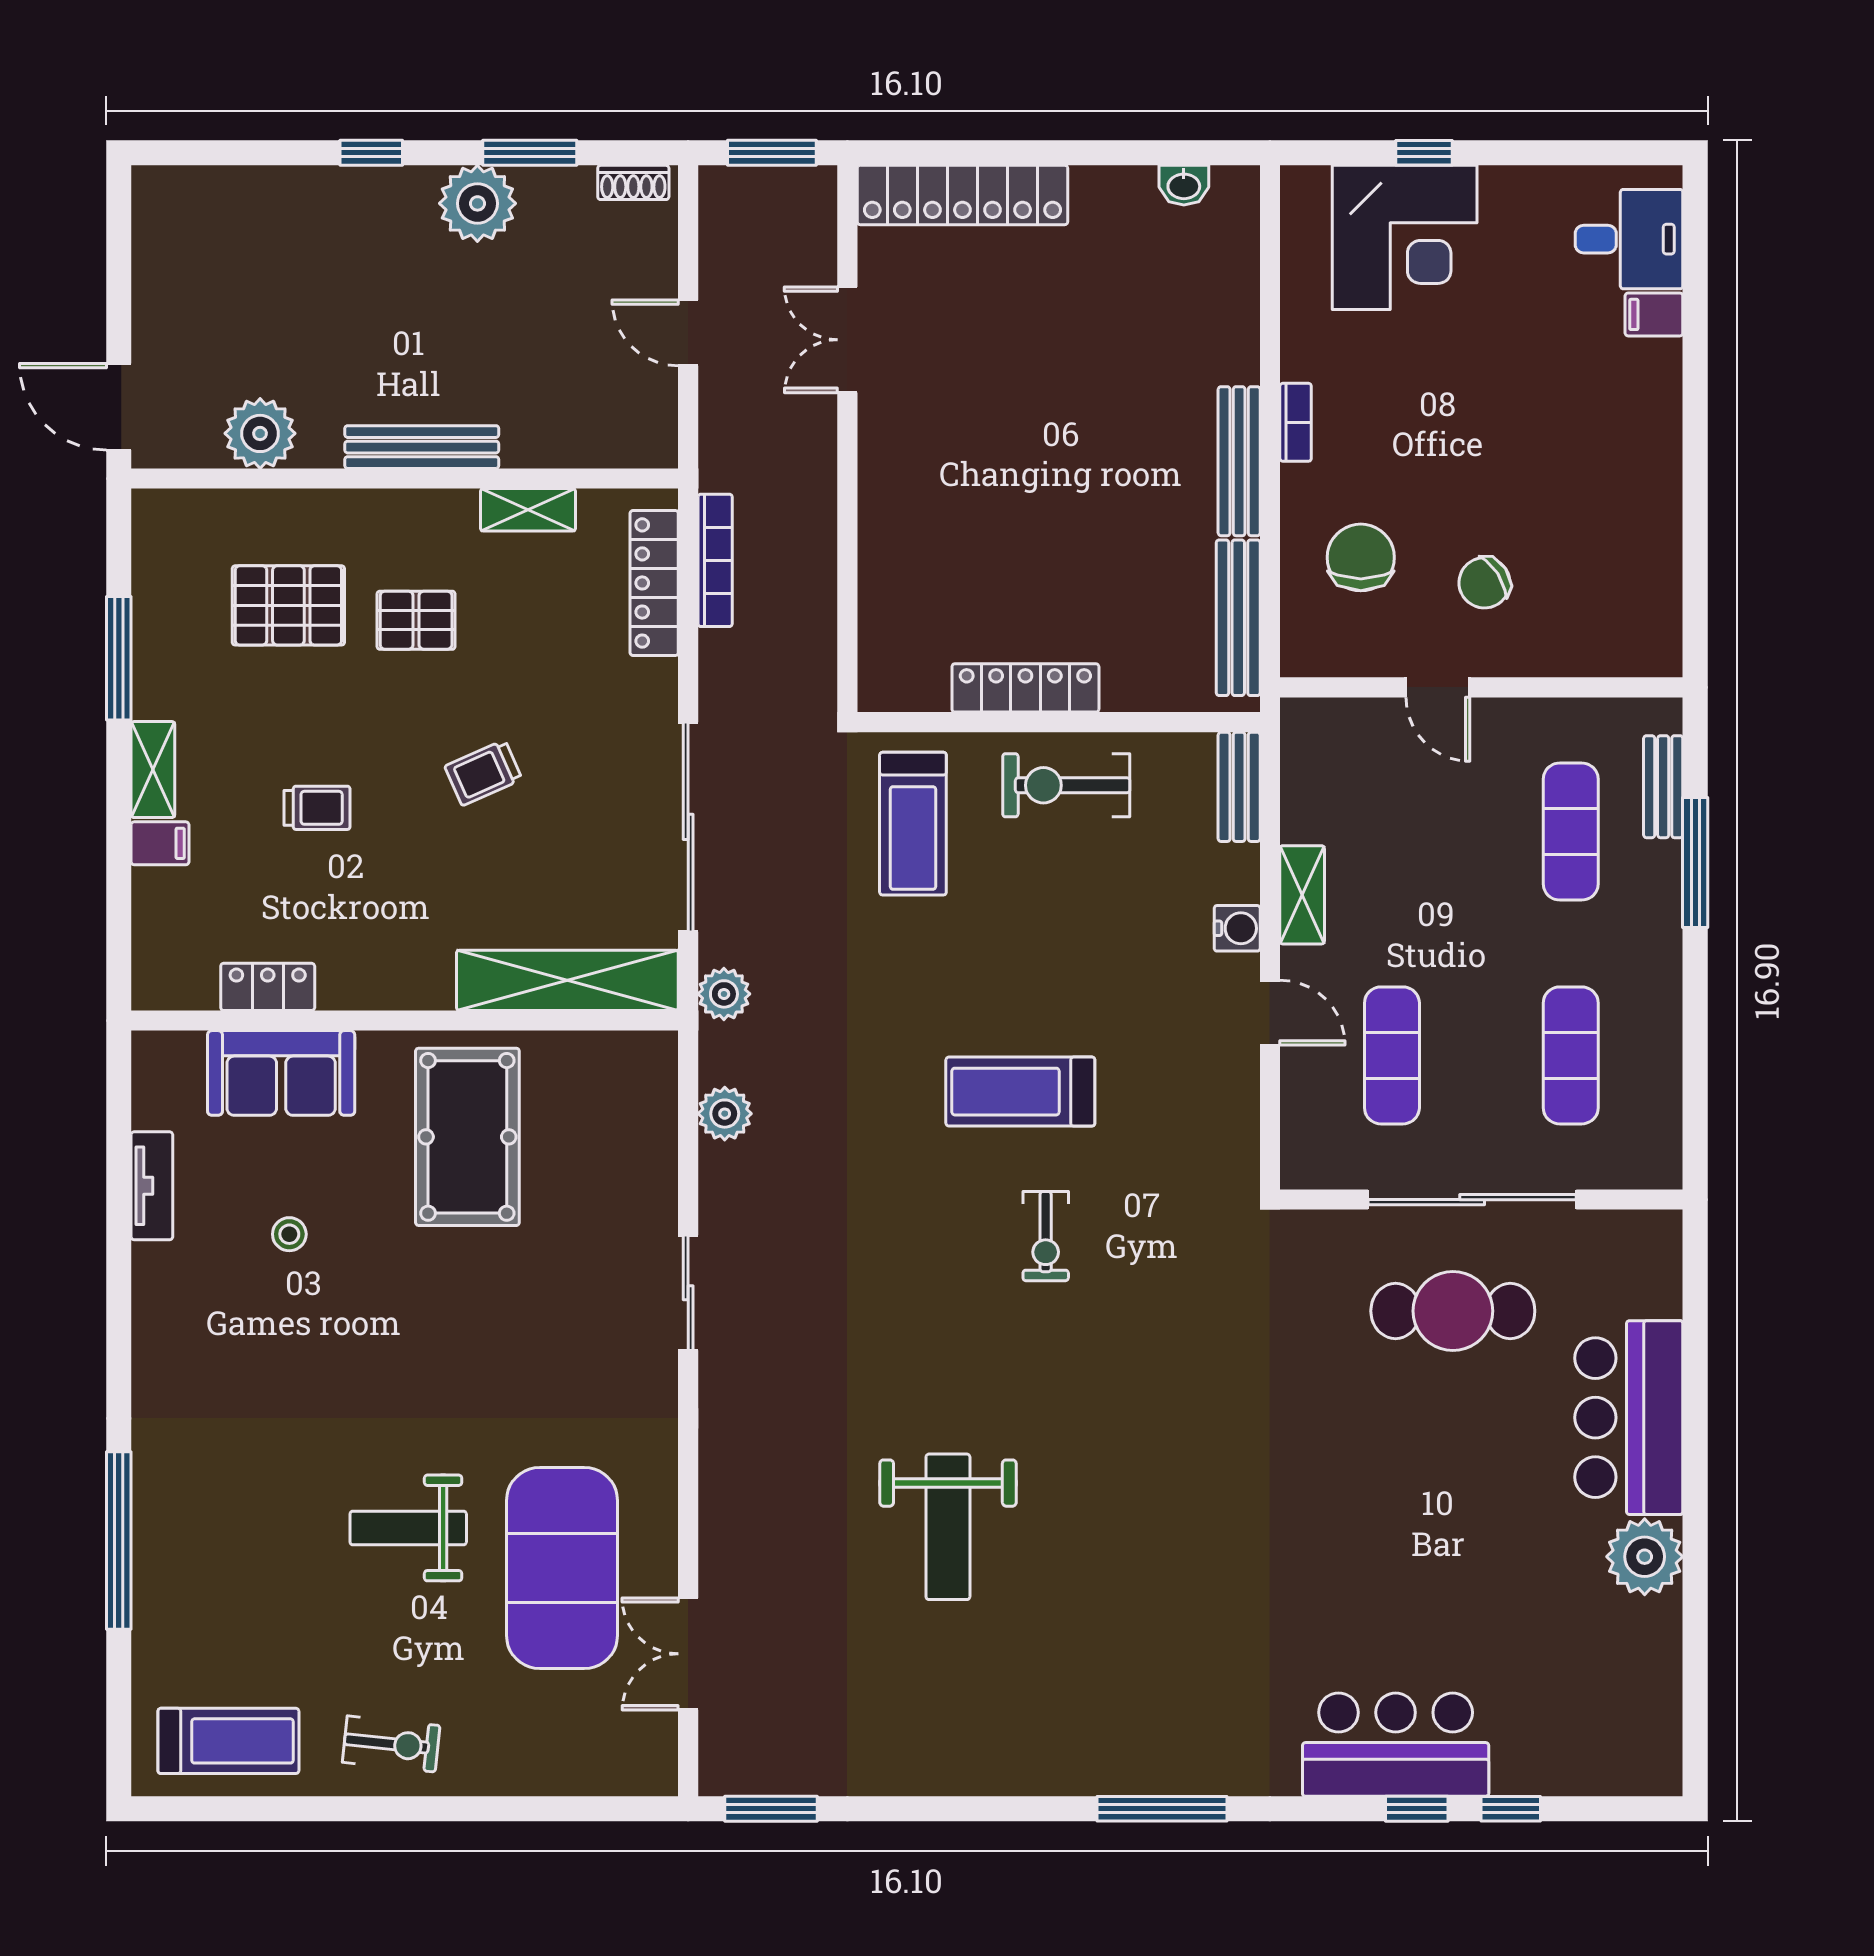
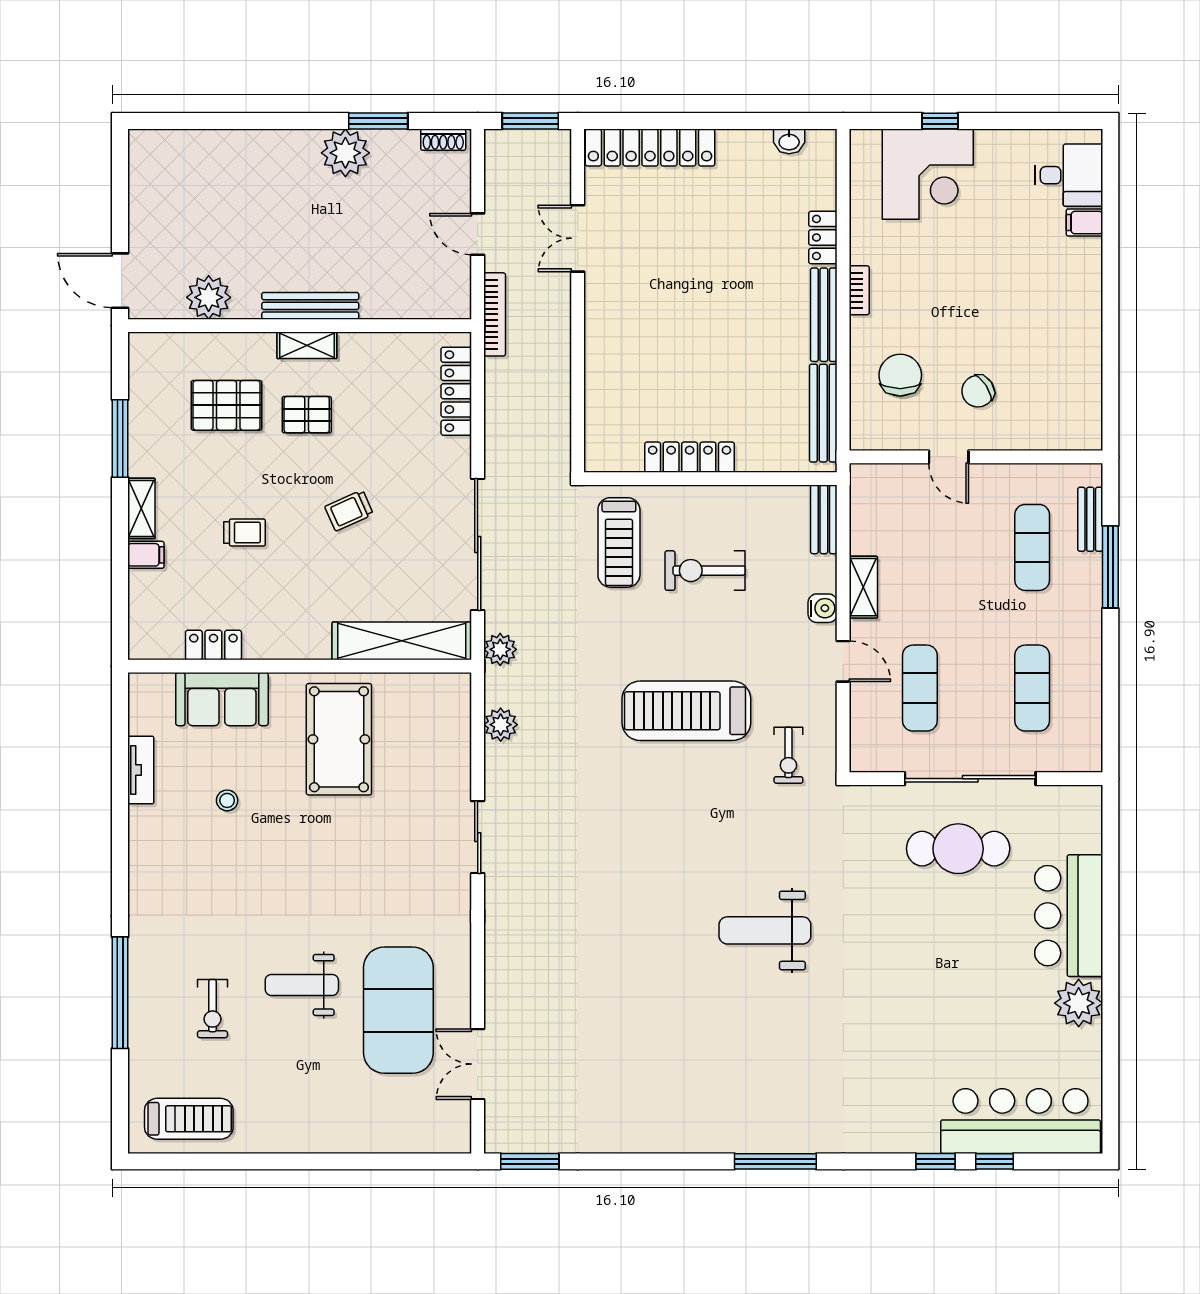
window: (371, 153) -> (279, 121), removed
locker: (1238, 338) -> (823, 237), added
shelving: (528, 510) -> (307, 345), moved
bookcase: (715, 560) -> (495, 314), moved
exercise bike: (1066, 785) -> (705, 571), moved
treadmill: (1020, 1092) -> (686, 711), width x1.37, depth x1.38
exercise bike: (1046, 1236) -> (788, 755), moved
weight bench: (948, 1527) -> (765, 930), moved, turned 90
exercise bike: (391, 1744) -> (213, 1009), moved, turned 84
bar counter: (1396, 1745) -> (1021, 1121), moved, width x1.36

